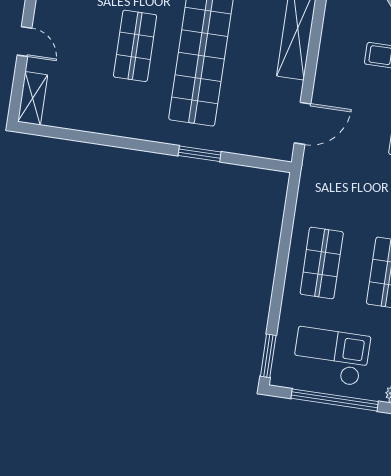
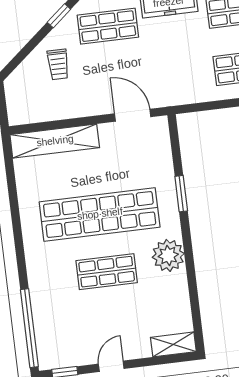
door: (24, 42) -> (111, 366), moved
plant: (134, 120) -> (168, 255), added

